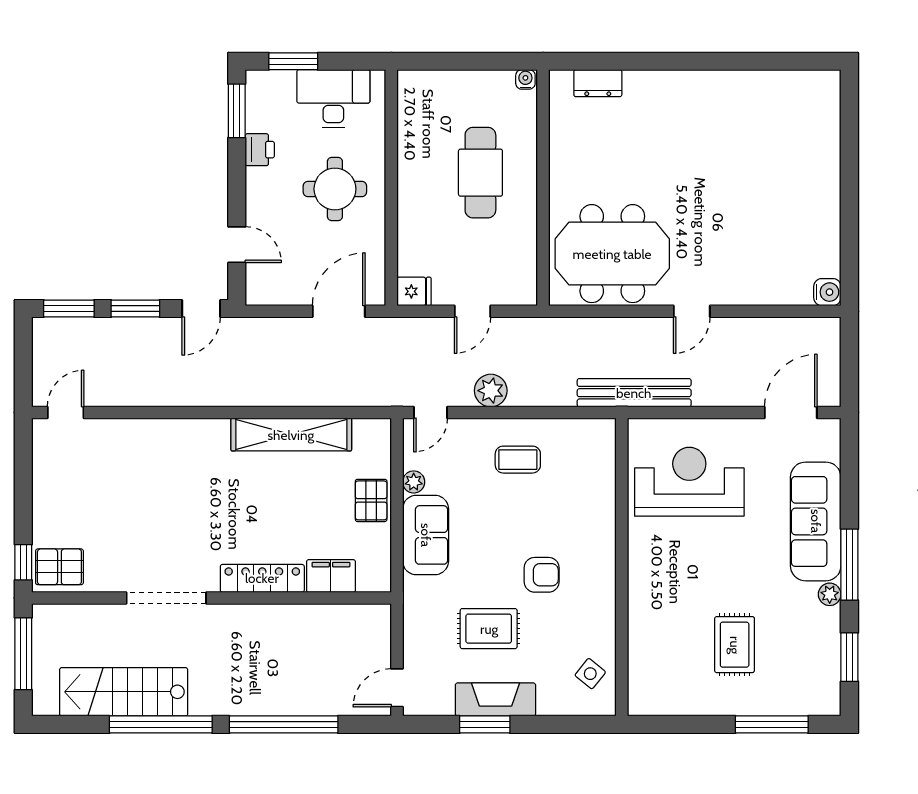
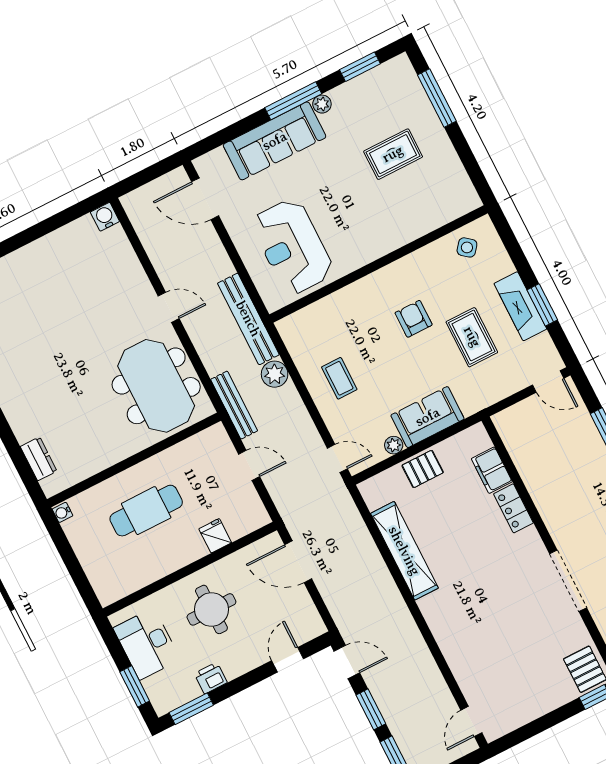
fridge: (414, 291) -> (215, 536), moved
bench: (547, 329) -> (234, 405), added
plant: (491, 391) -> (275, 374), moved
door: (66, 412) -> (471, 721), hinge flipped
locker: (262, 578) -> (513, 508), width x0.66

